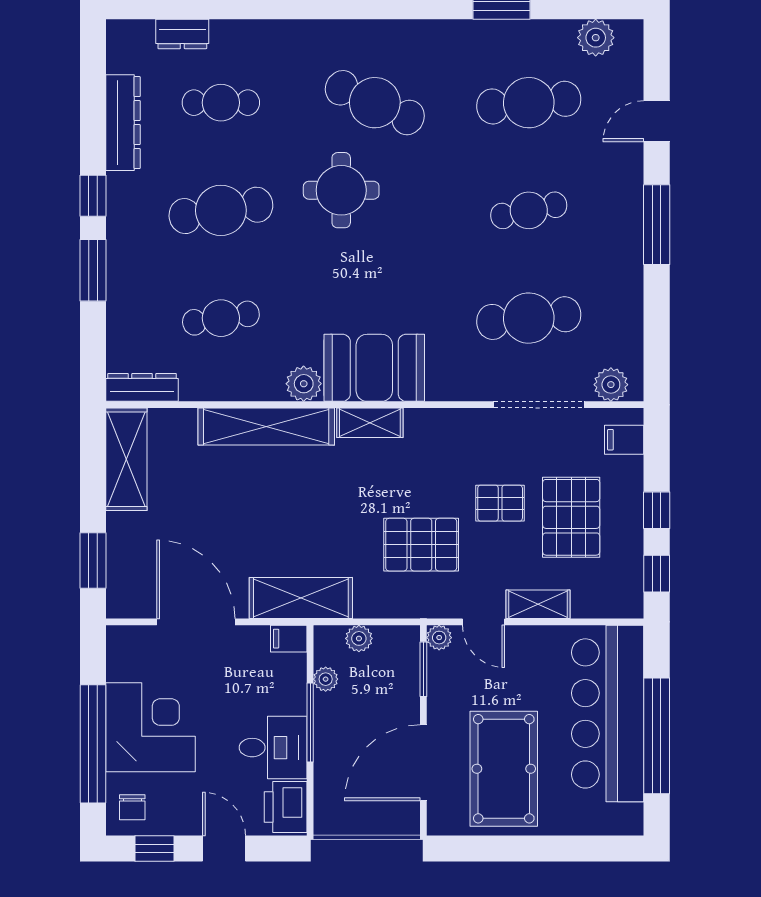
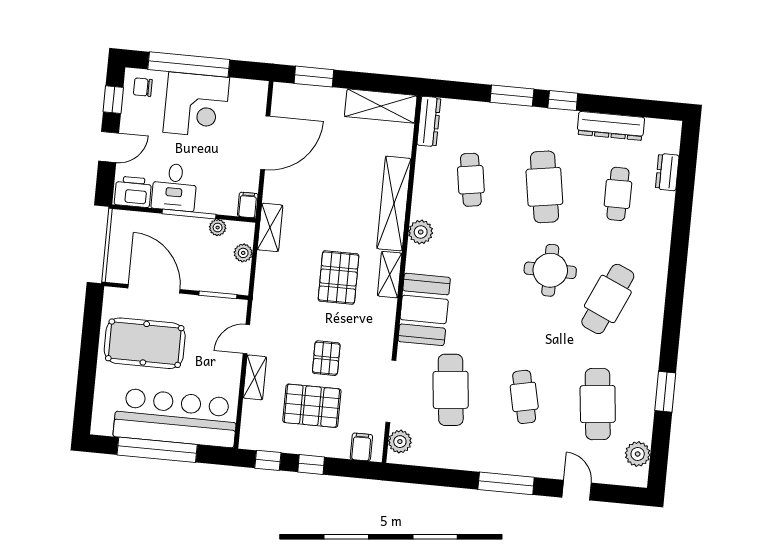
booth: (374, 368) -> (424, 309), moved
pallet: (421, 545) -> (339, 277), moved
shelving: (301, 598) -> (270, 227), width x0.67, depth x0.75
plant: (439, 638) -> (239, 308), removed

